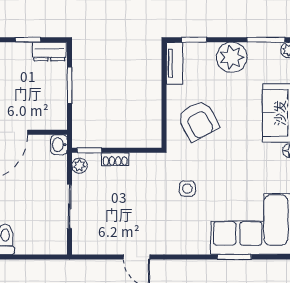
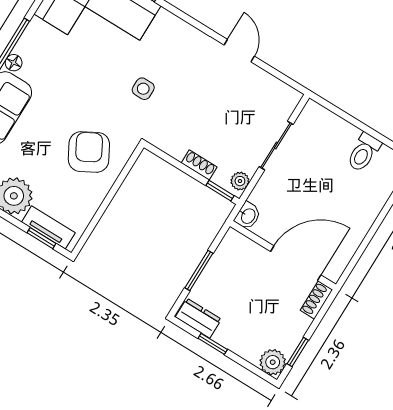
tv unit: (175, 63) -> (48, 227), moved, turned 90

